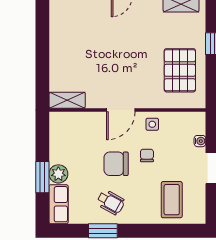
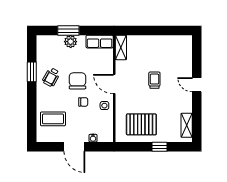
trolley: (115, 51) -> (154, 80), added
row of seats: (59, 204) -> (100, 42), moved

